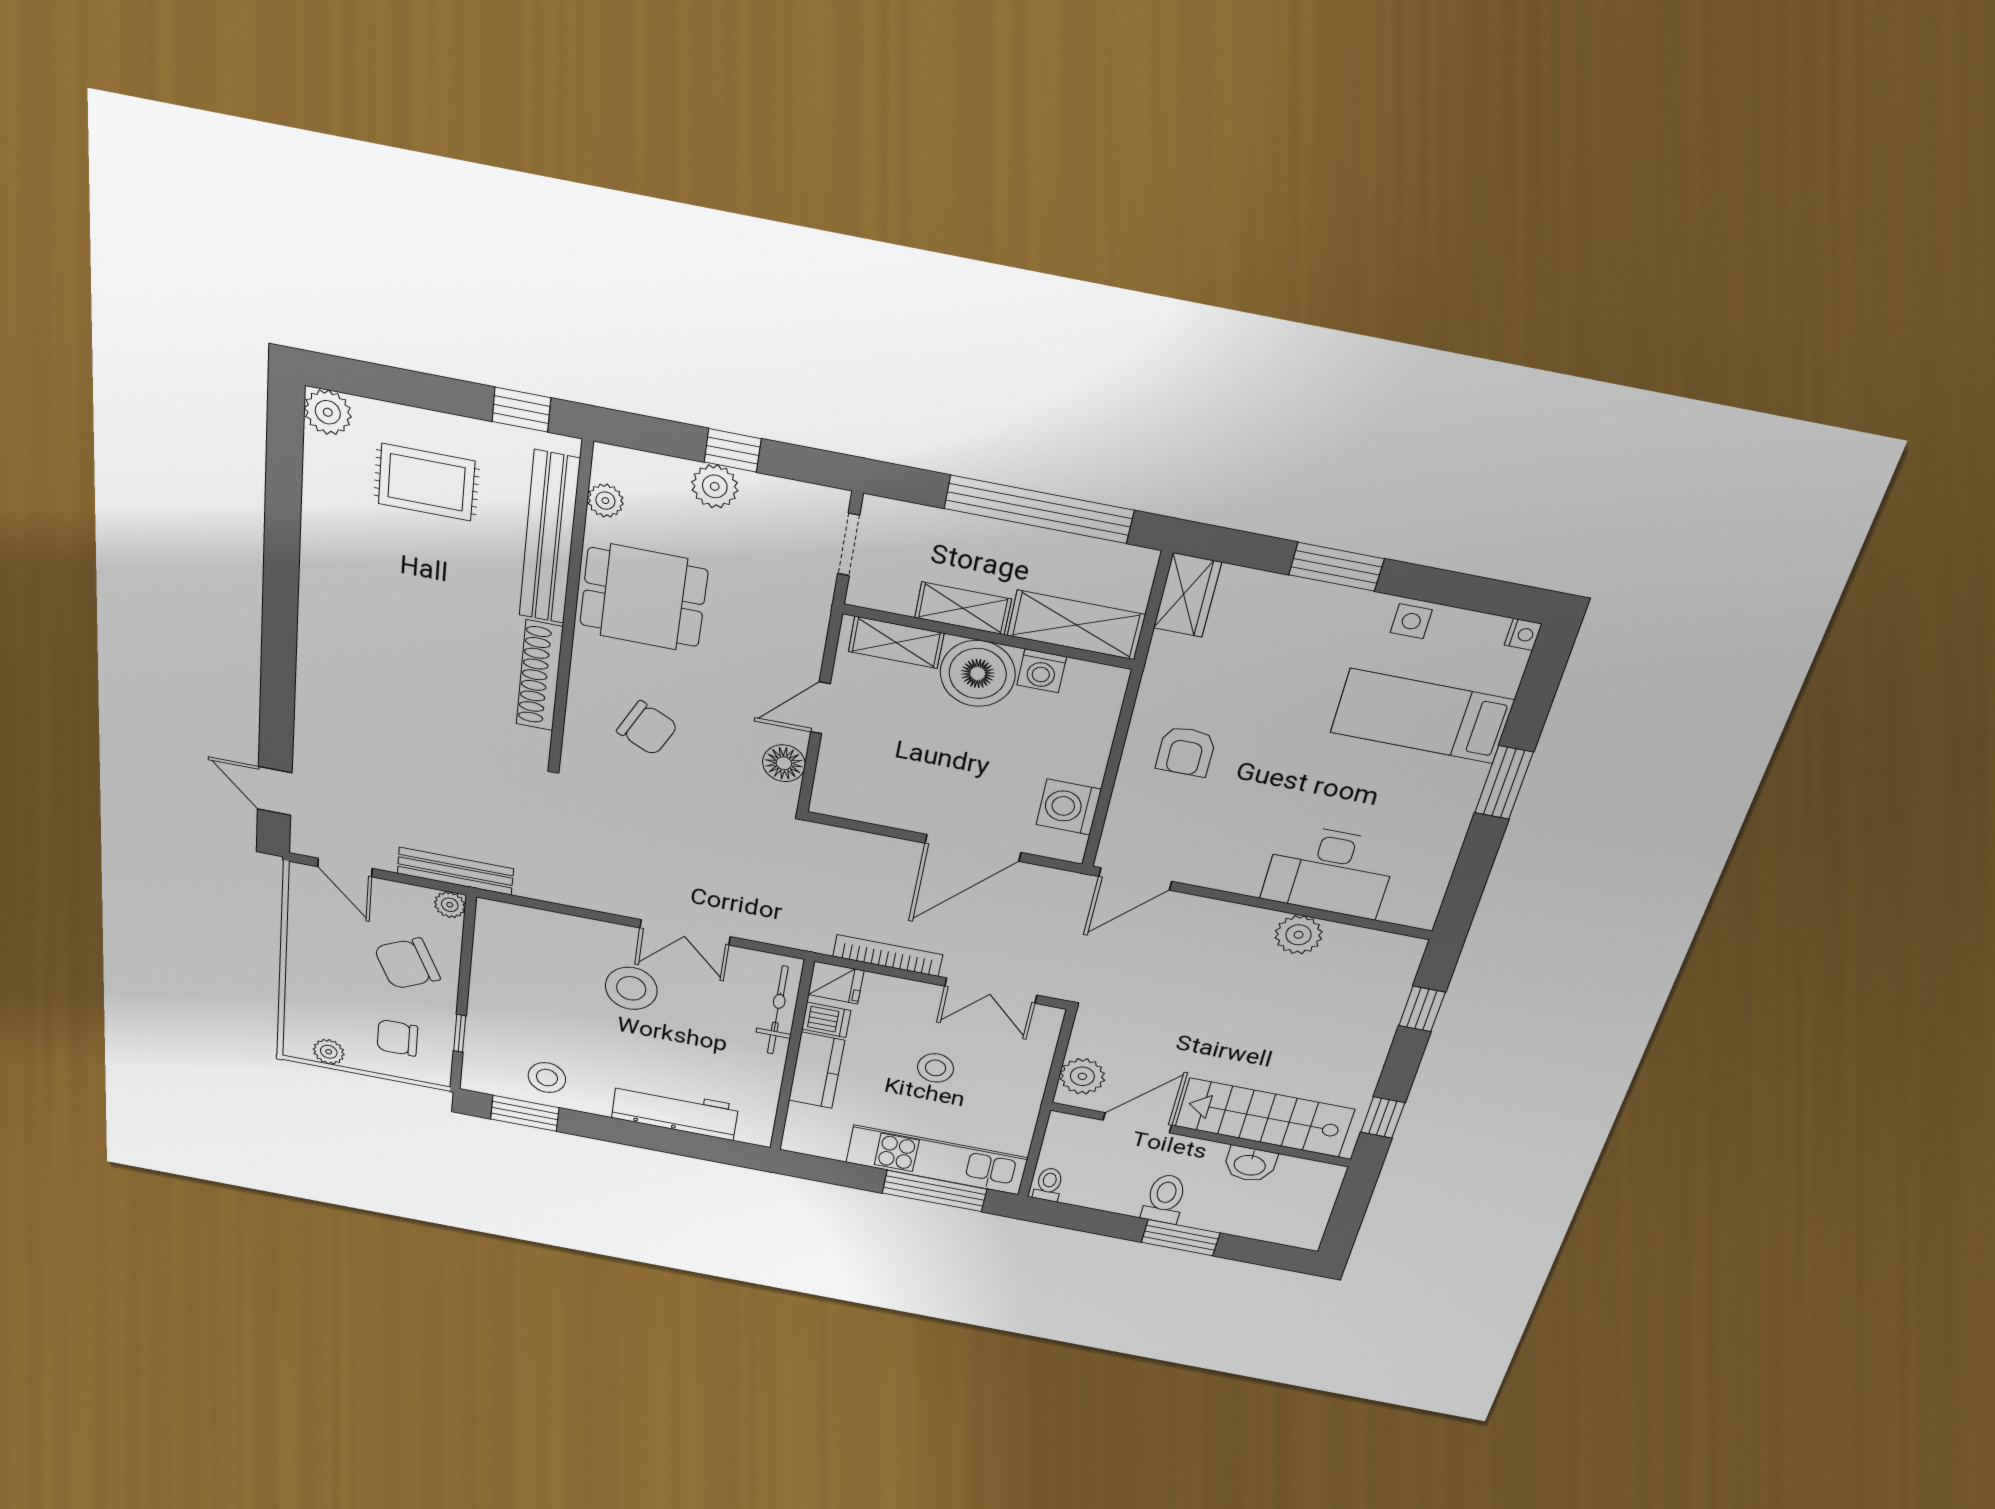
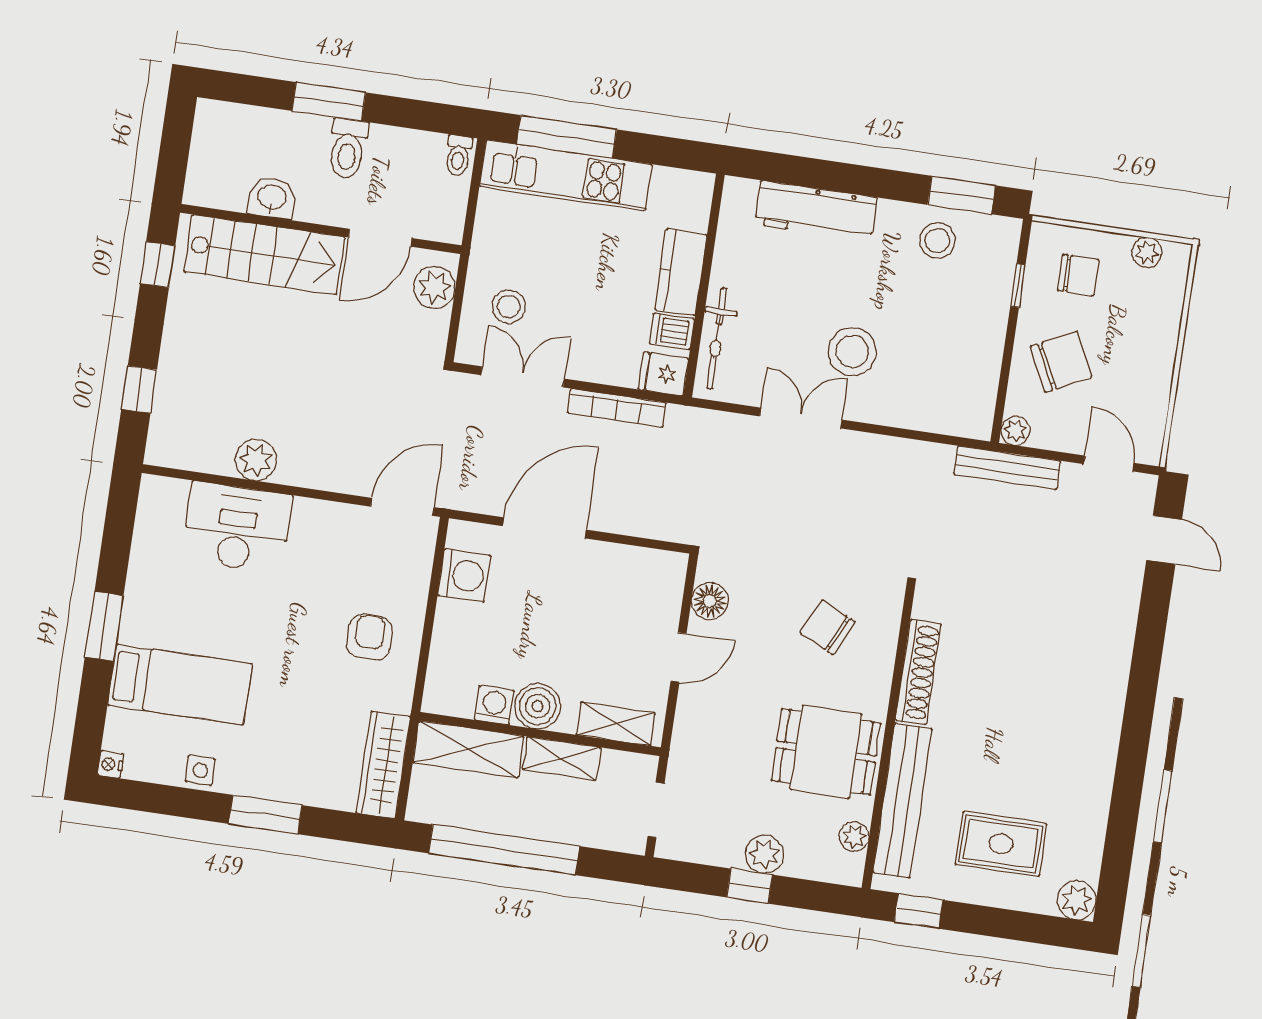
wardrobe: (1187, 595) -> (383, 765), width x1.50
boiler: (978, 673) -> (538, 706), width x0.73, depth x0.73
stool: (936, 1068) -> (509, 307), moved

